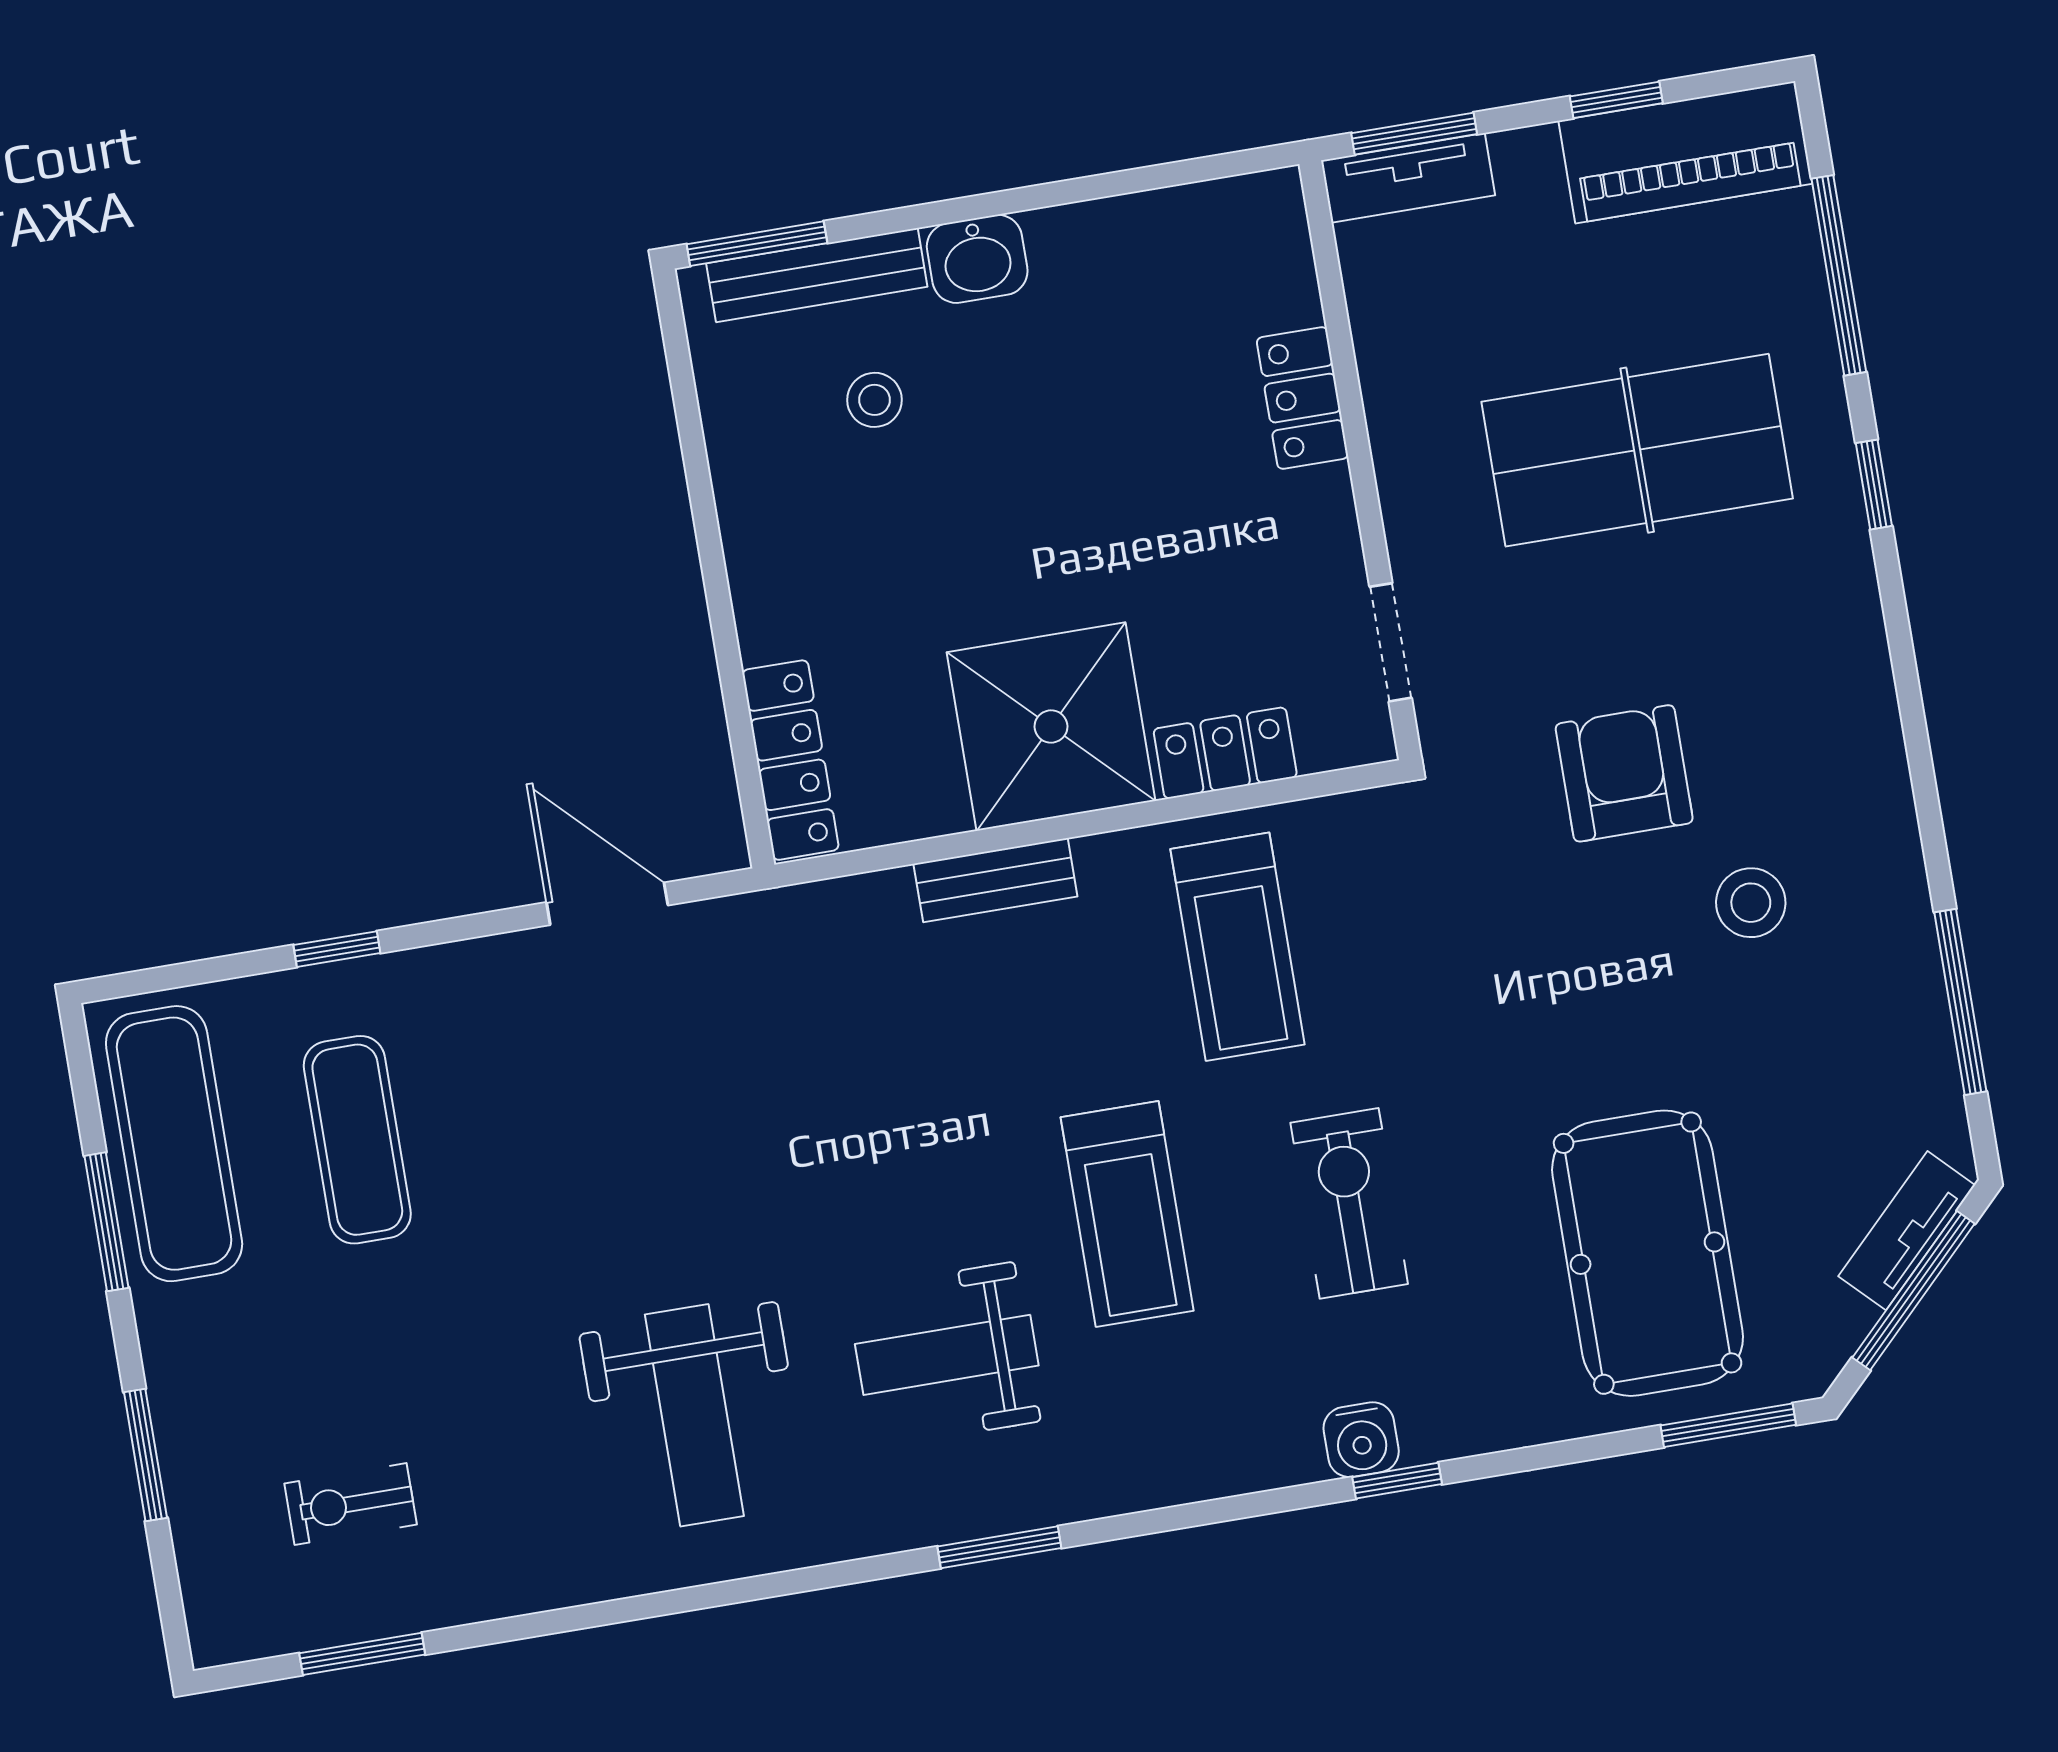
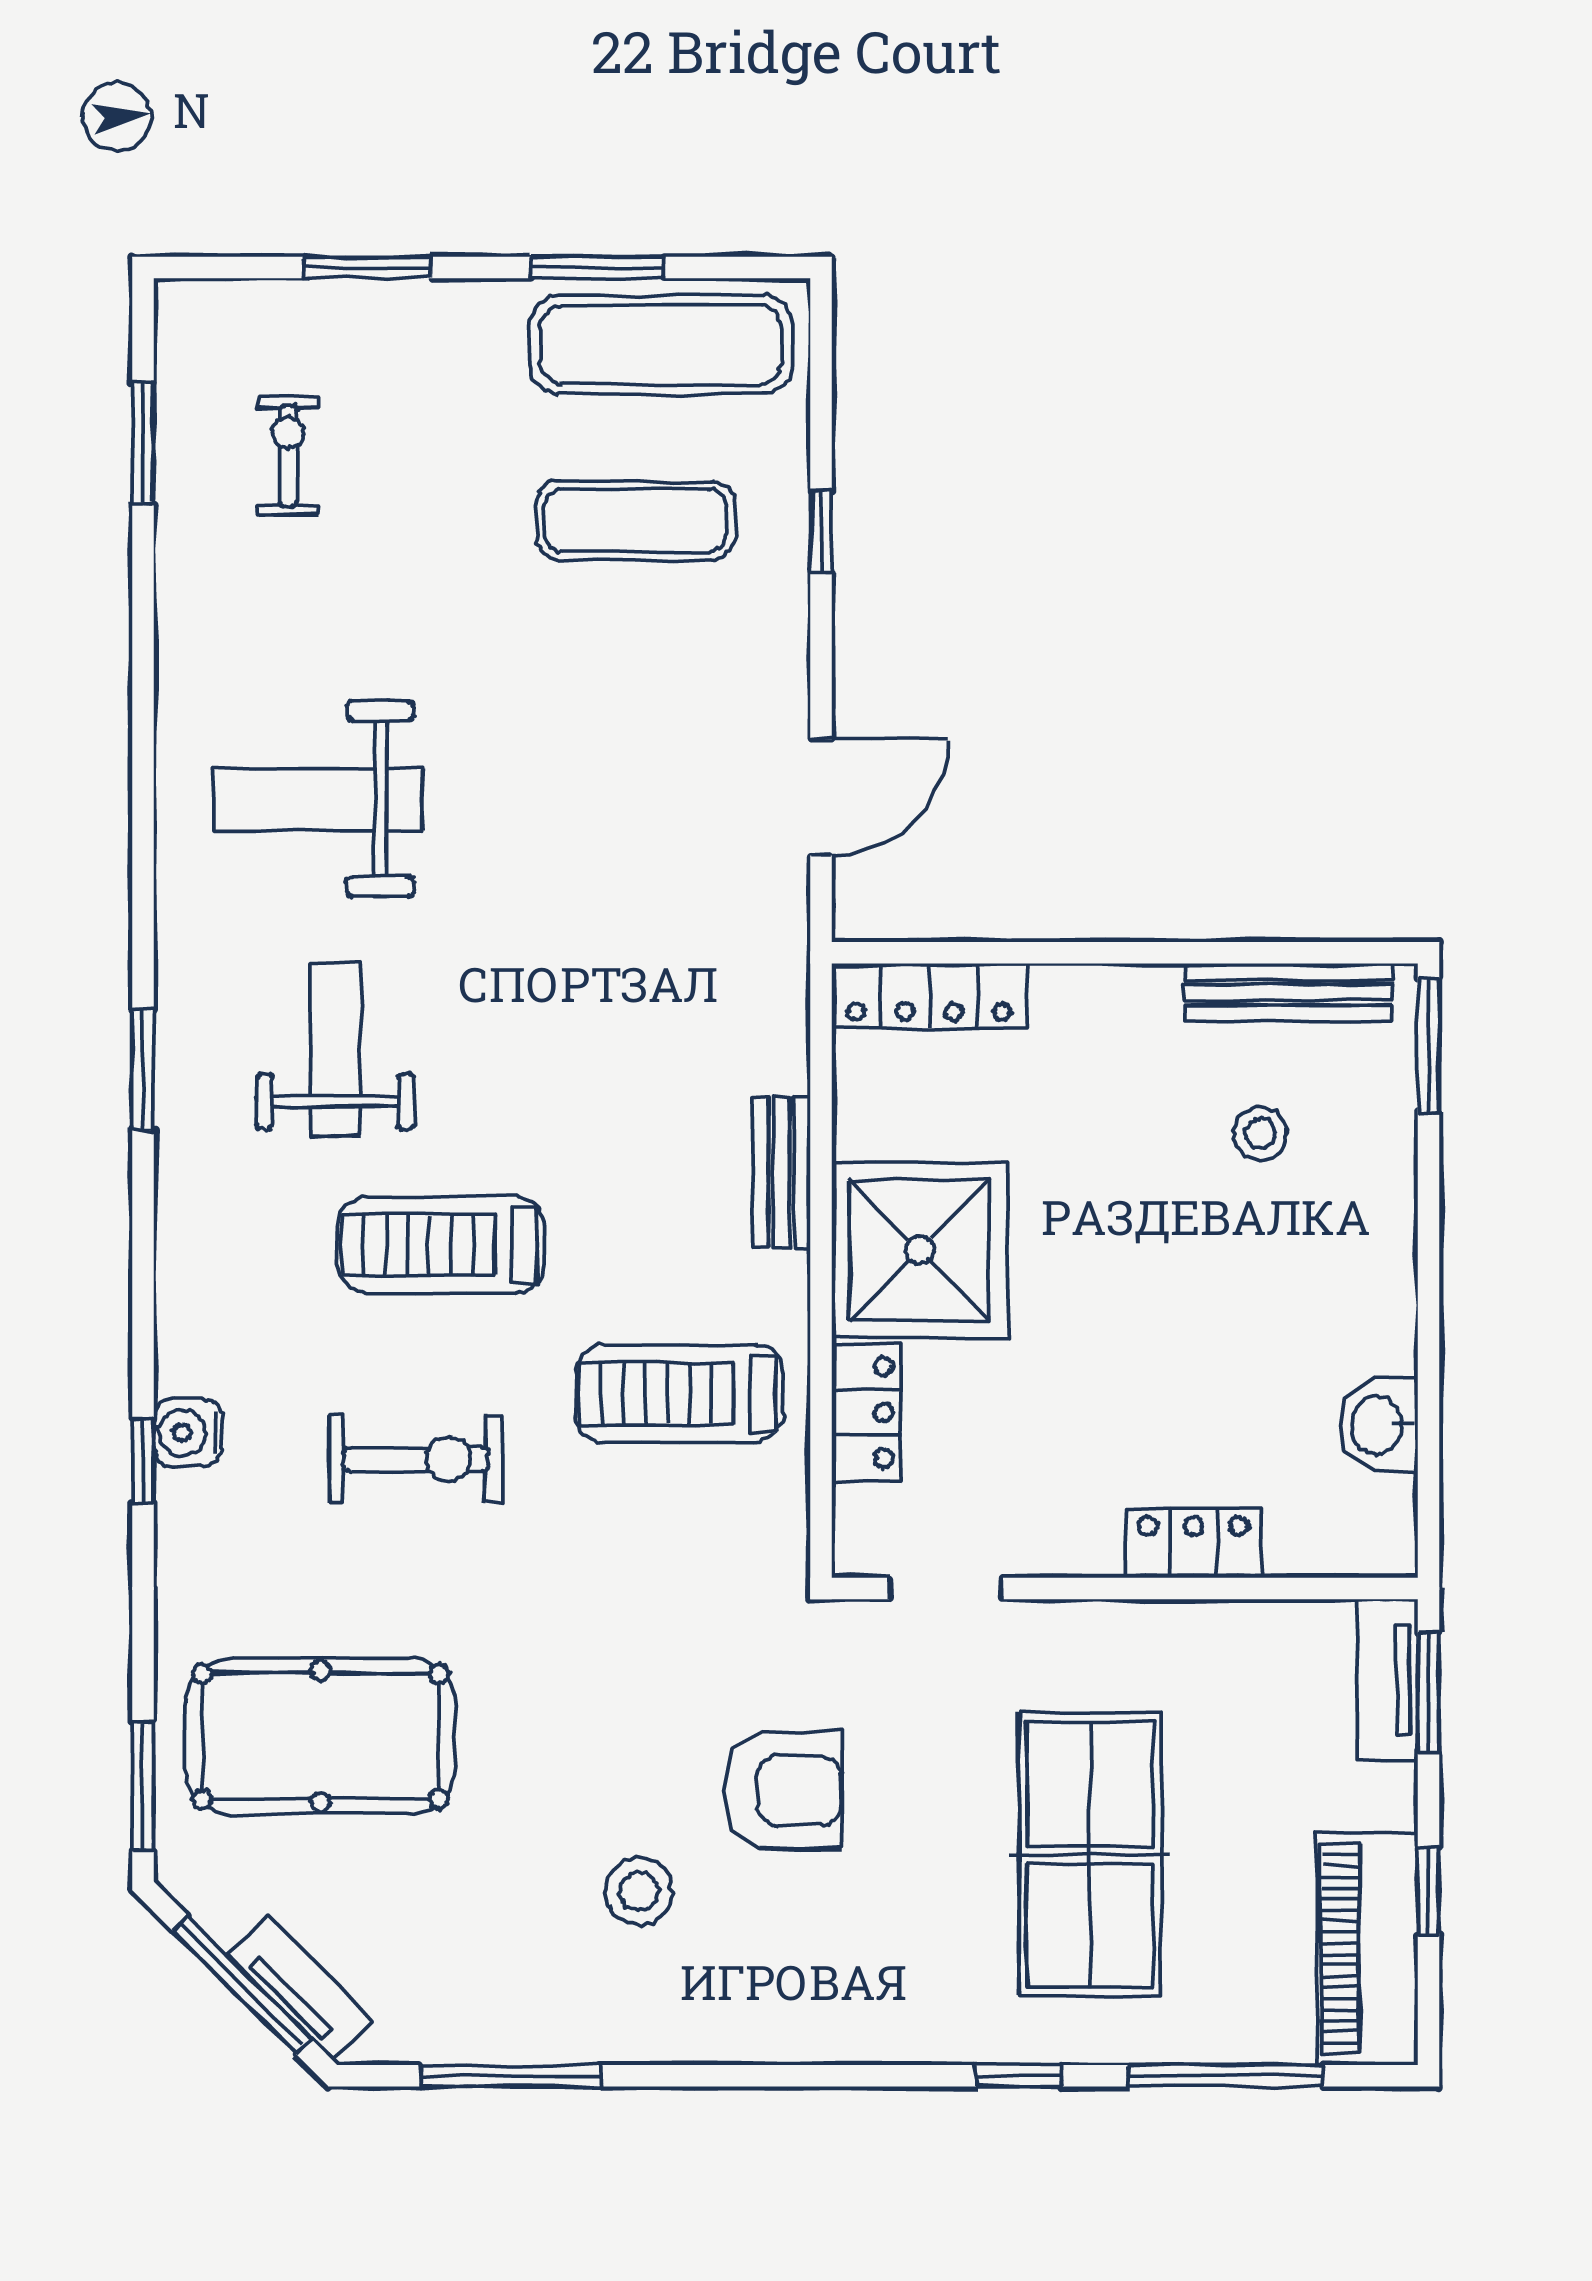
washbasin: (977, 259) -> (1379, 1425), moved
bench: (817, 275) -> (1289, 992), moved, turned 90

